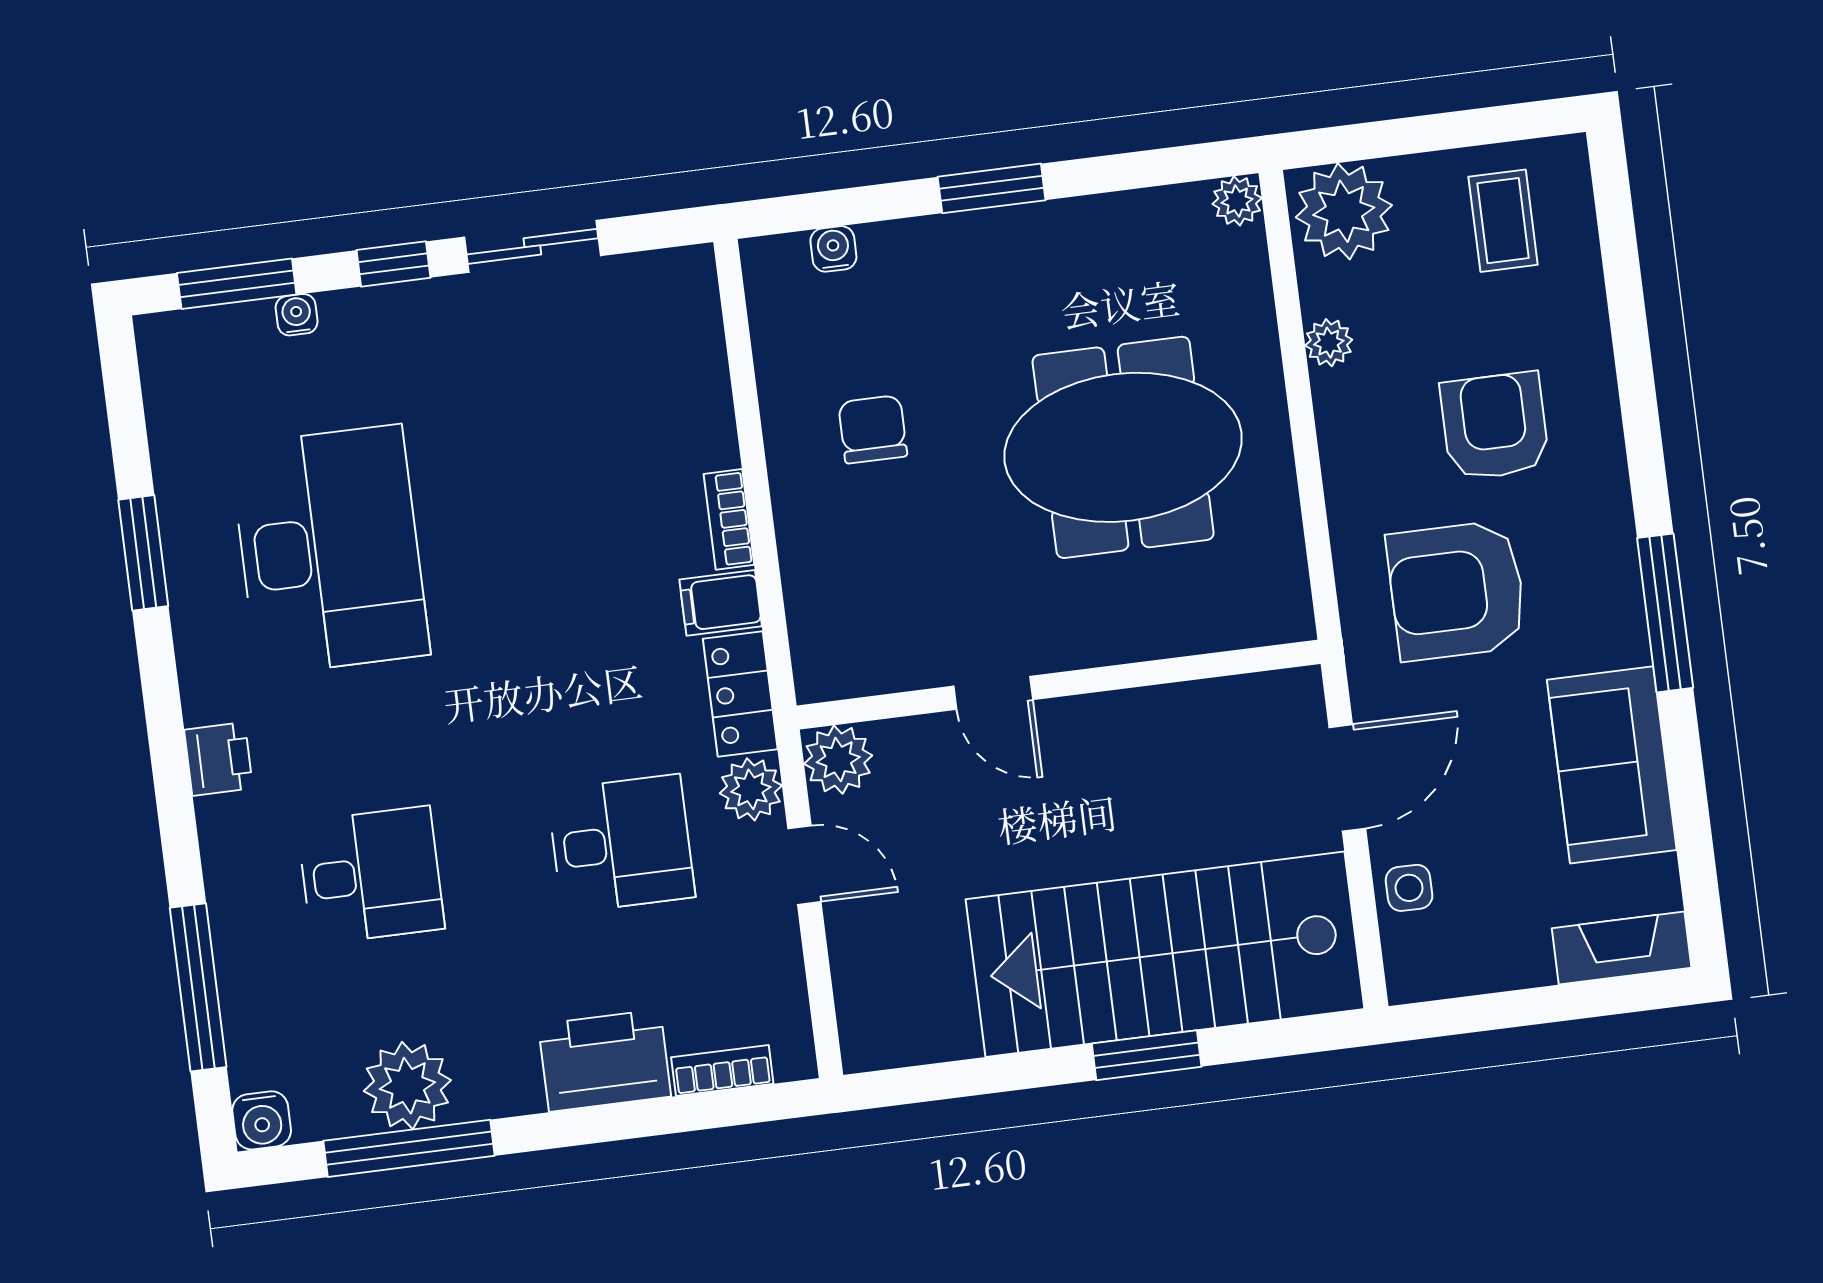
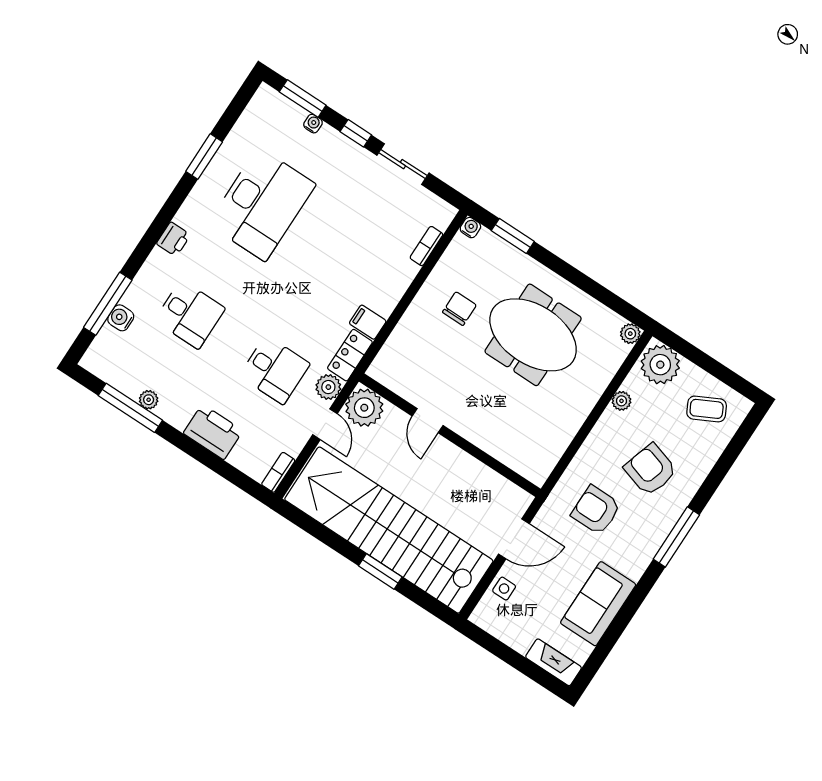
window: (992, 188) -> (513, 236), moved
coffee table: (1503, 221) -> (707, 409), turned 63
water cooler: (833, 249) -> (470, 228), moved
armchair: (1495, 426) -> (651, 470), turned -73
meeting table: (1123, 447) -> (533, 335), moved
bookcase: (729, 519) -> (426, 246), moved
armchair: (1457, 591) -> (596, 510), width x0.73, depth x0.73
window: (1665, 613) -> (676, 537), moved
plant: (838, 760) -> (364, 408), width x1.36, depth x1.36
stairs: (1165, 954) -> (389, 530), width x1.36
bookcase: (722, 1071) -> (278, 472), moved, turned -90
plant: (407, 1086) -> (149, 400), width x0.53, depth x0.53
water cooler: (262, 1120) -> (121, 318), moved, turned 90

